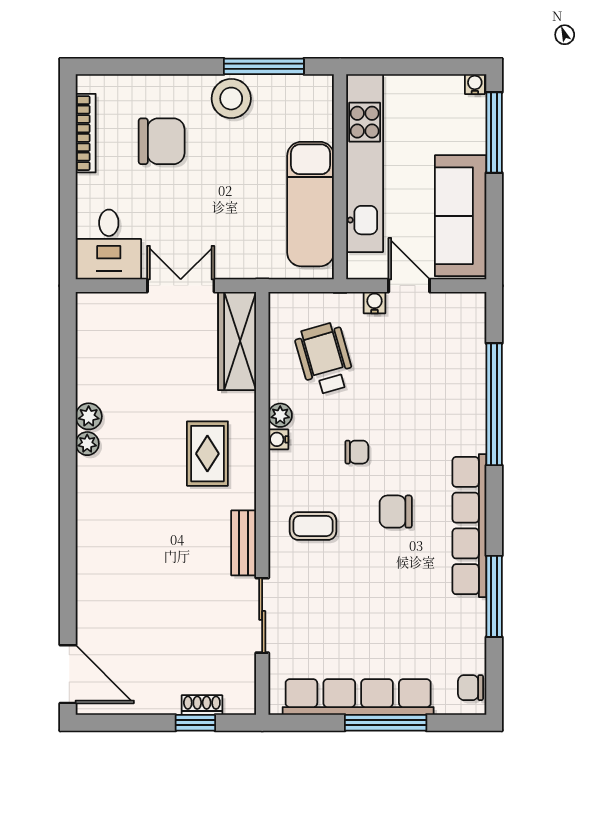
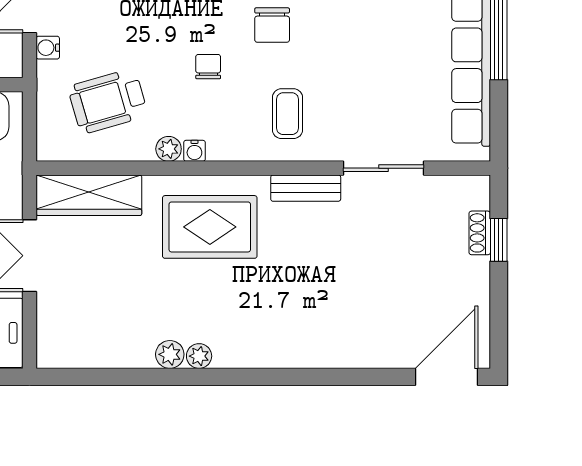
rug: (207, 454) -> (210, 227), width x1.36, depth x1.43

